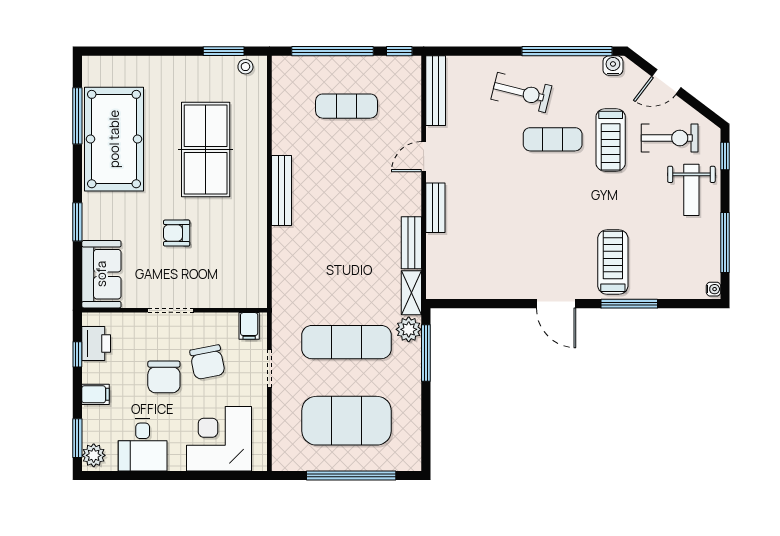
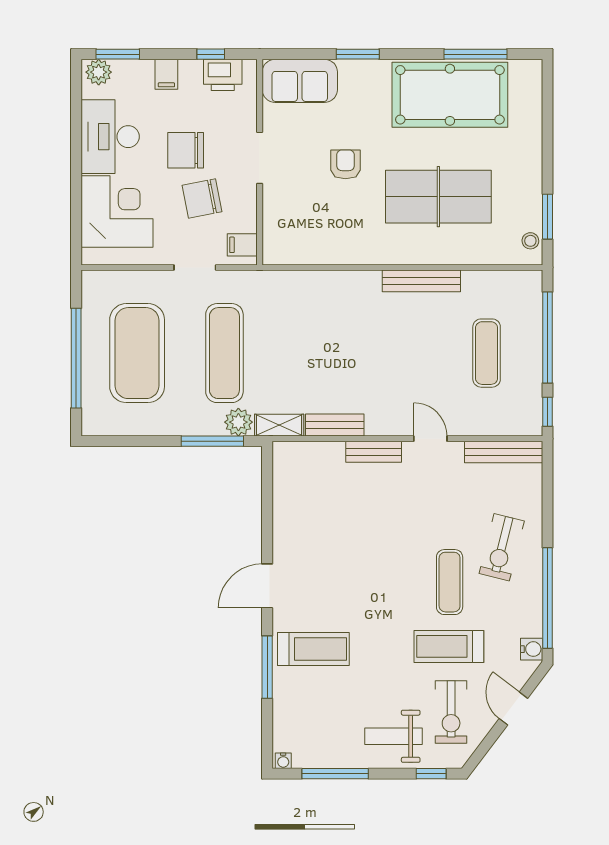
bench: (282, 190) -> (421, 281), moved
desk: (143, 445) -> (110, 137), width x1.37

